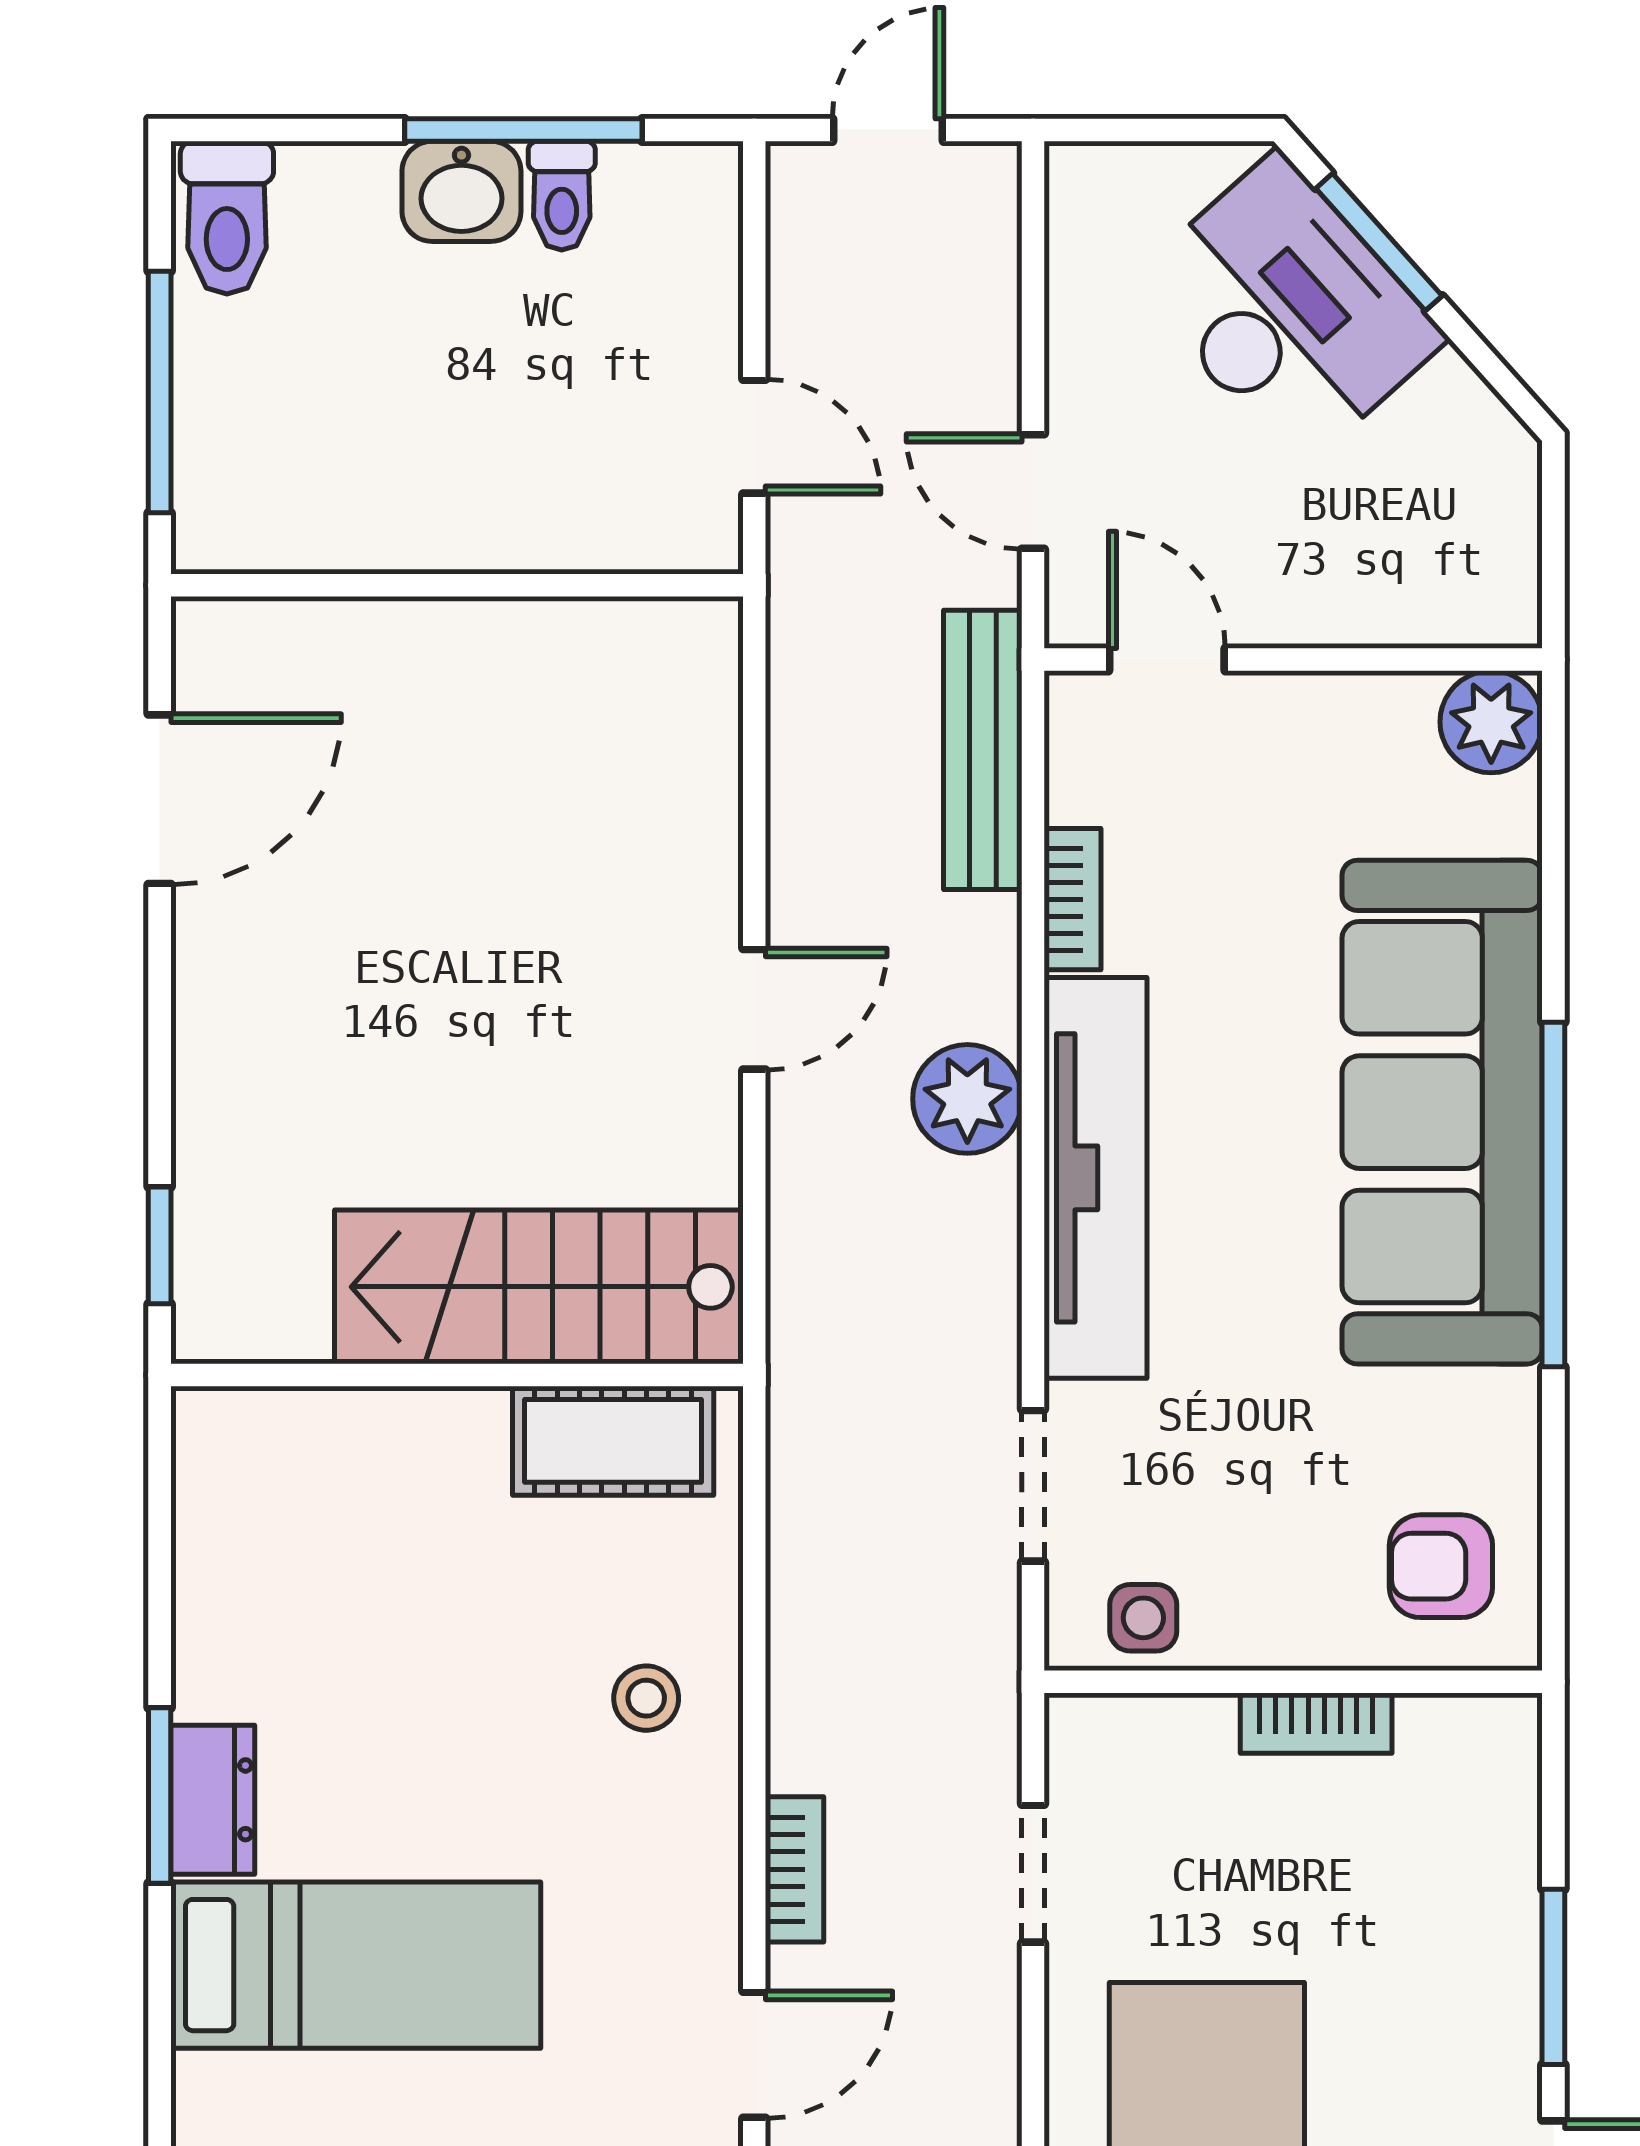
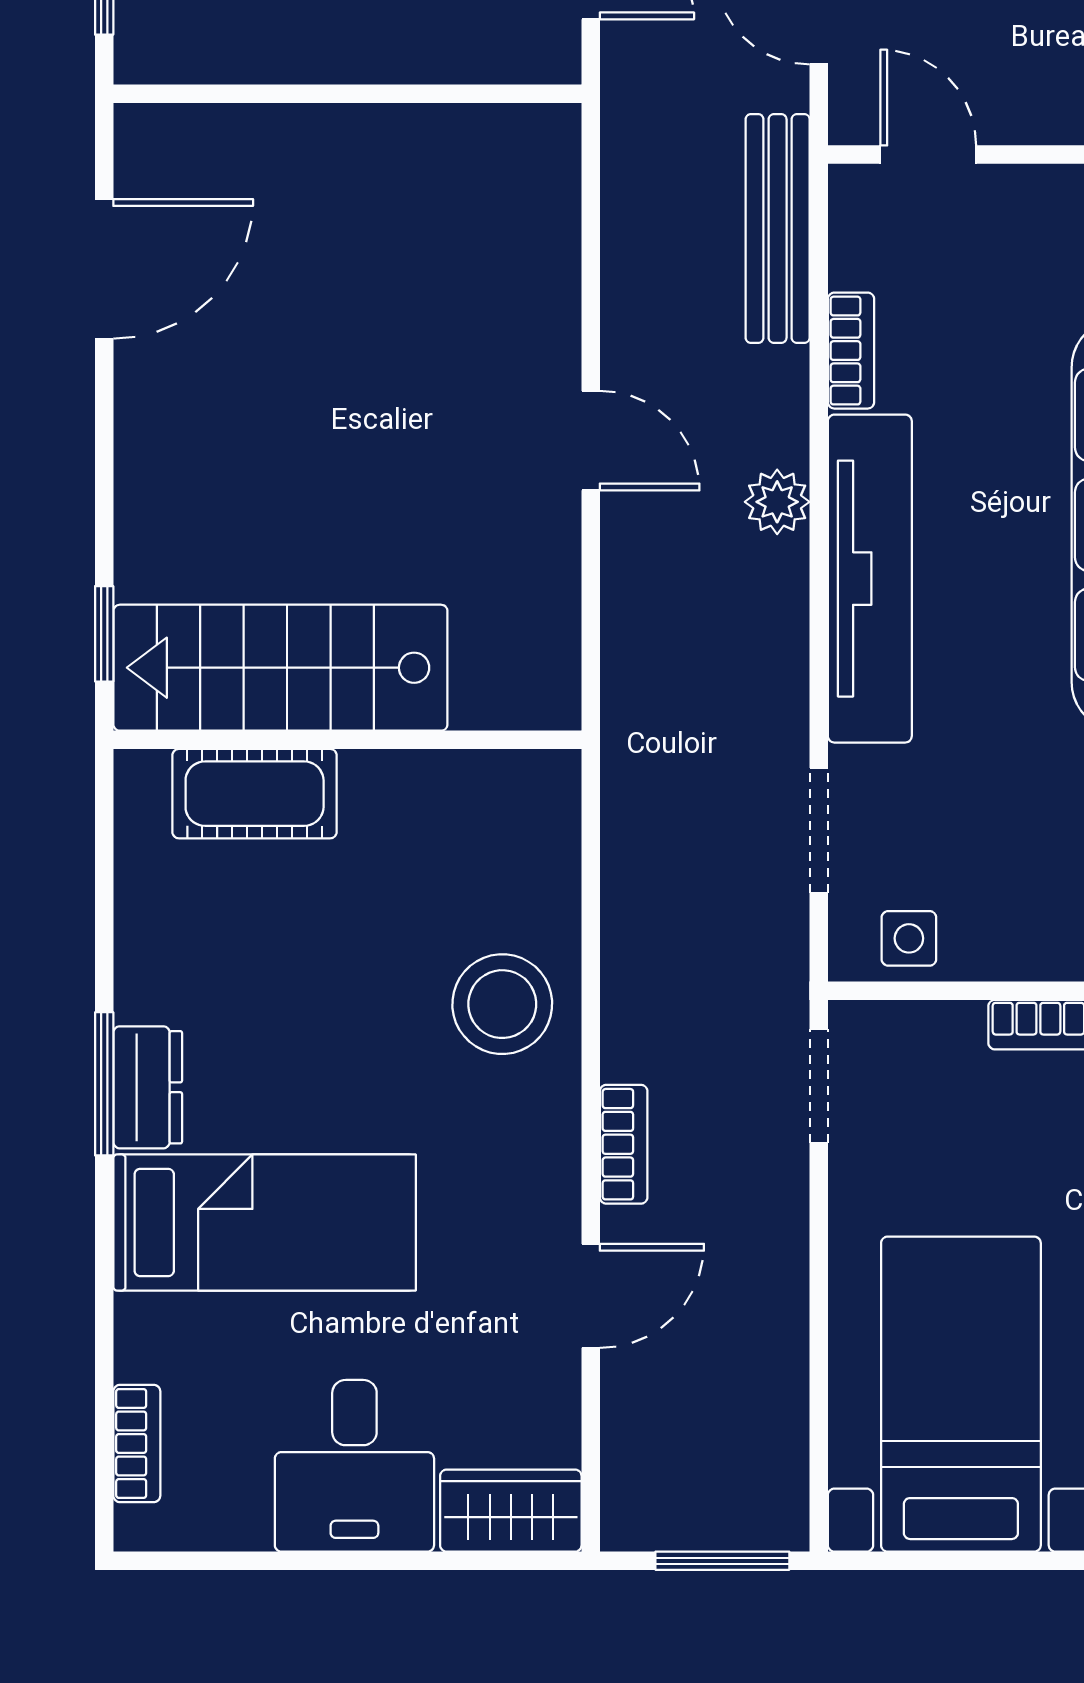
door: (754, 1009) -> (591, 441), hinge flipped
plant: (967, 1099) -> (777, 502), width x0.73, depth x0.73
stairs: (539, 1287) -> (280, 668), moved
cot: (613, 1441) -> (255, 794), moved
stool: (646, 1698) -> (502, 1004), width x1.89, depth x1.89
doorway: (1033, 1874) -> (819, 1086), moved

